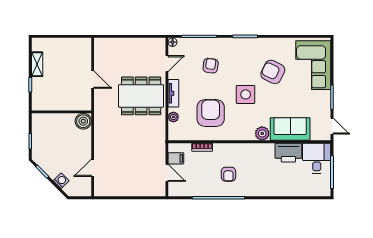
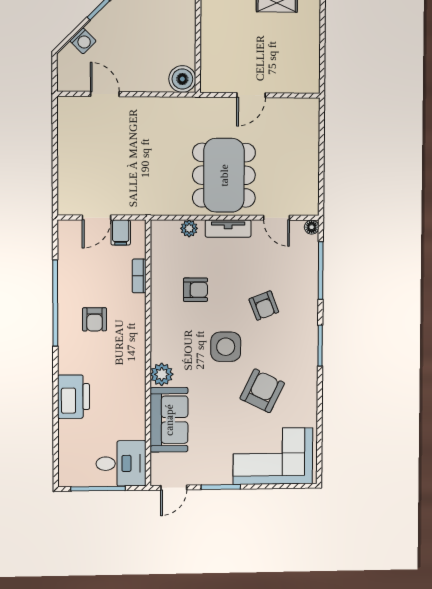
armchair: (211, 66) -> (264, 306), moved, turned 61
armchair: (211, 113) -> (195, 290), width x0.53, depth x0.53
printer: (288, 153) -> (74, 397), moved, turned 180
armchair: (228, 174) -> (95, 319), turned -90

